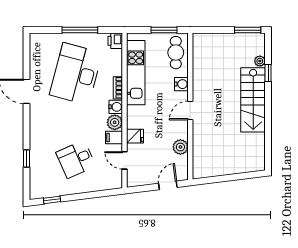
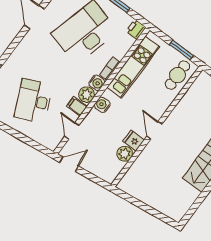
water cooler: (181, 84) -> (102, 105), moved, turned 180
door: (190, 111) -> (154, 130), hinge flipped
fridge: (135, 136) -> (134, 141), moved, turned 180
desk: (76, 159) -> (33, 101), width x1.37
door: (168, 185) -> (69, 164), moved

